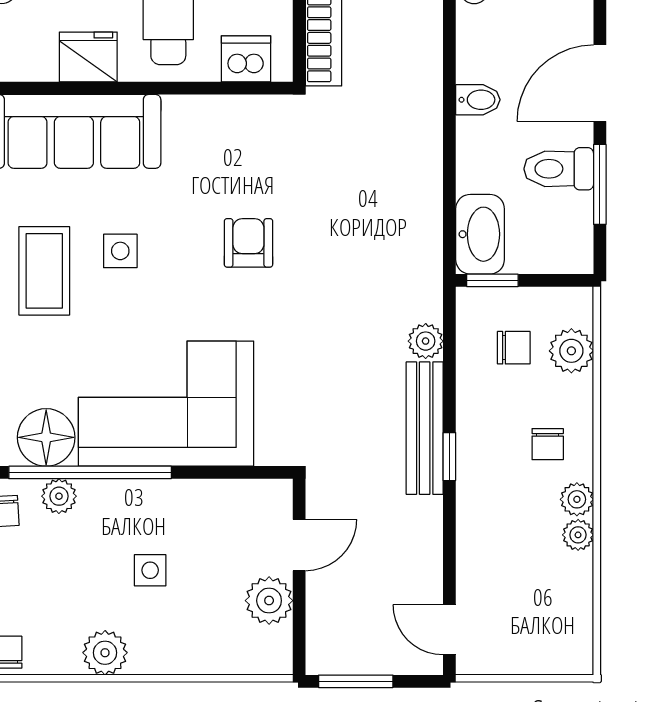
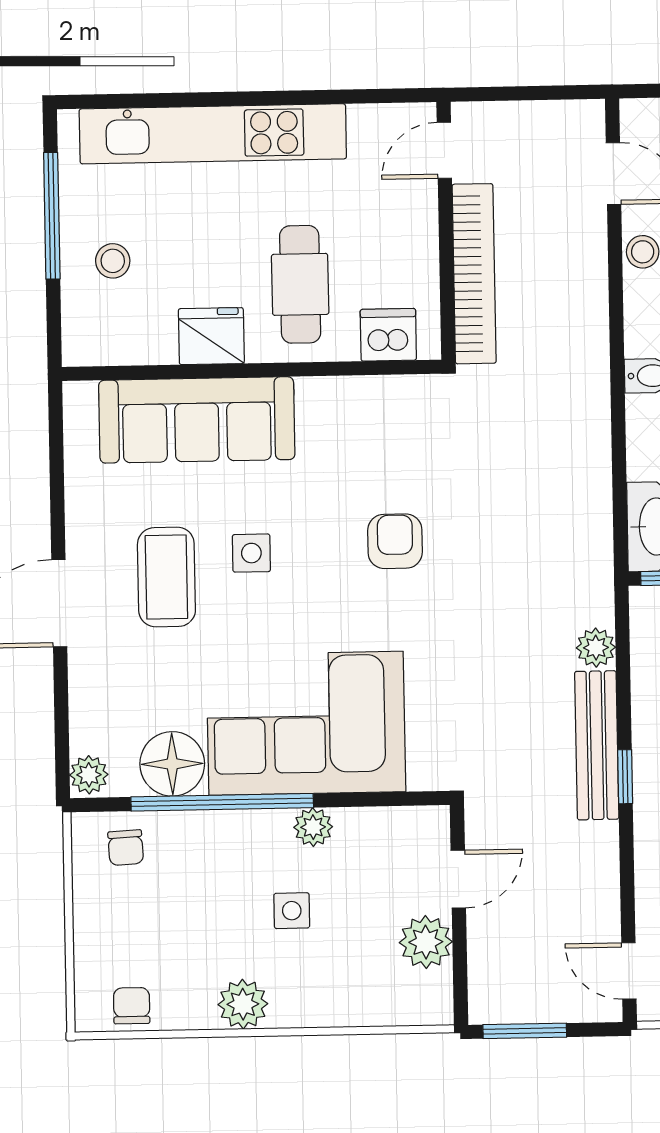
plant: (59, 496) -> (313, 827), moved

